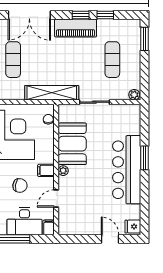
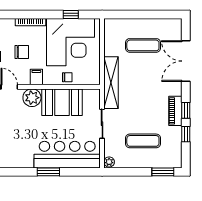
piano: (76, 28) -> (175, 111), width x0.73, depth x0.75
chair: (48, 119) -> (67, 77), moved
bar counter: (127, 170) -> (67, 155), moved
plant: (63, 171) -> (32, 98), width x1.88, depth x1.88
chair: (20, 186) -> (22, 52), turned -99

